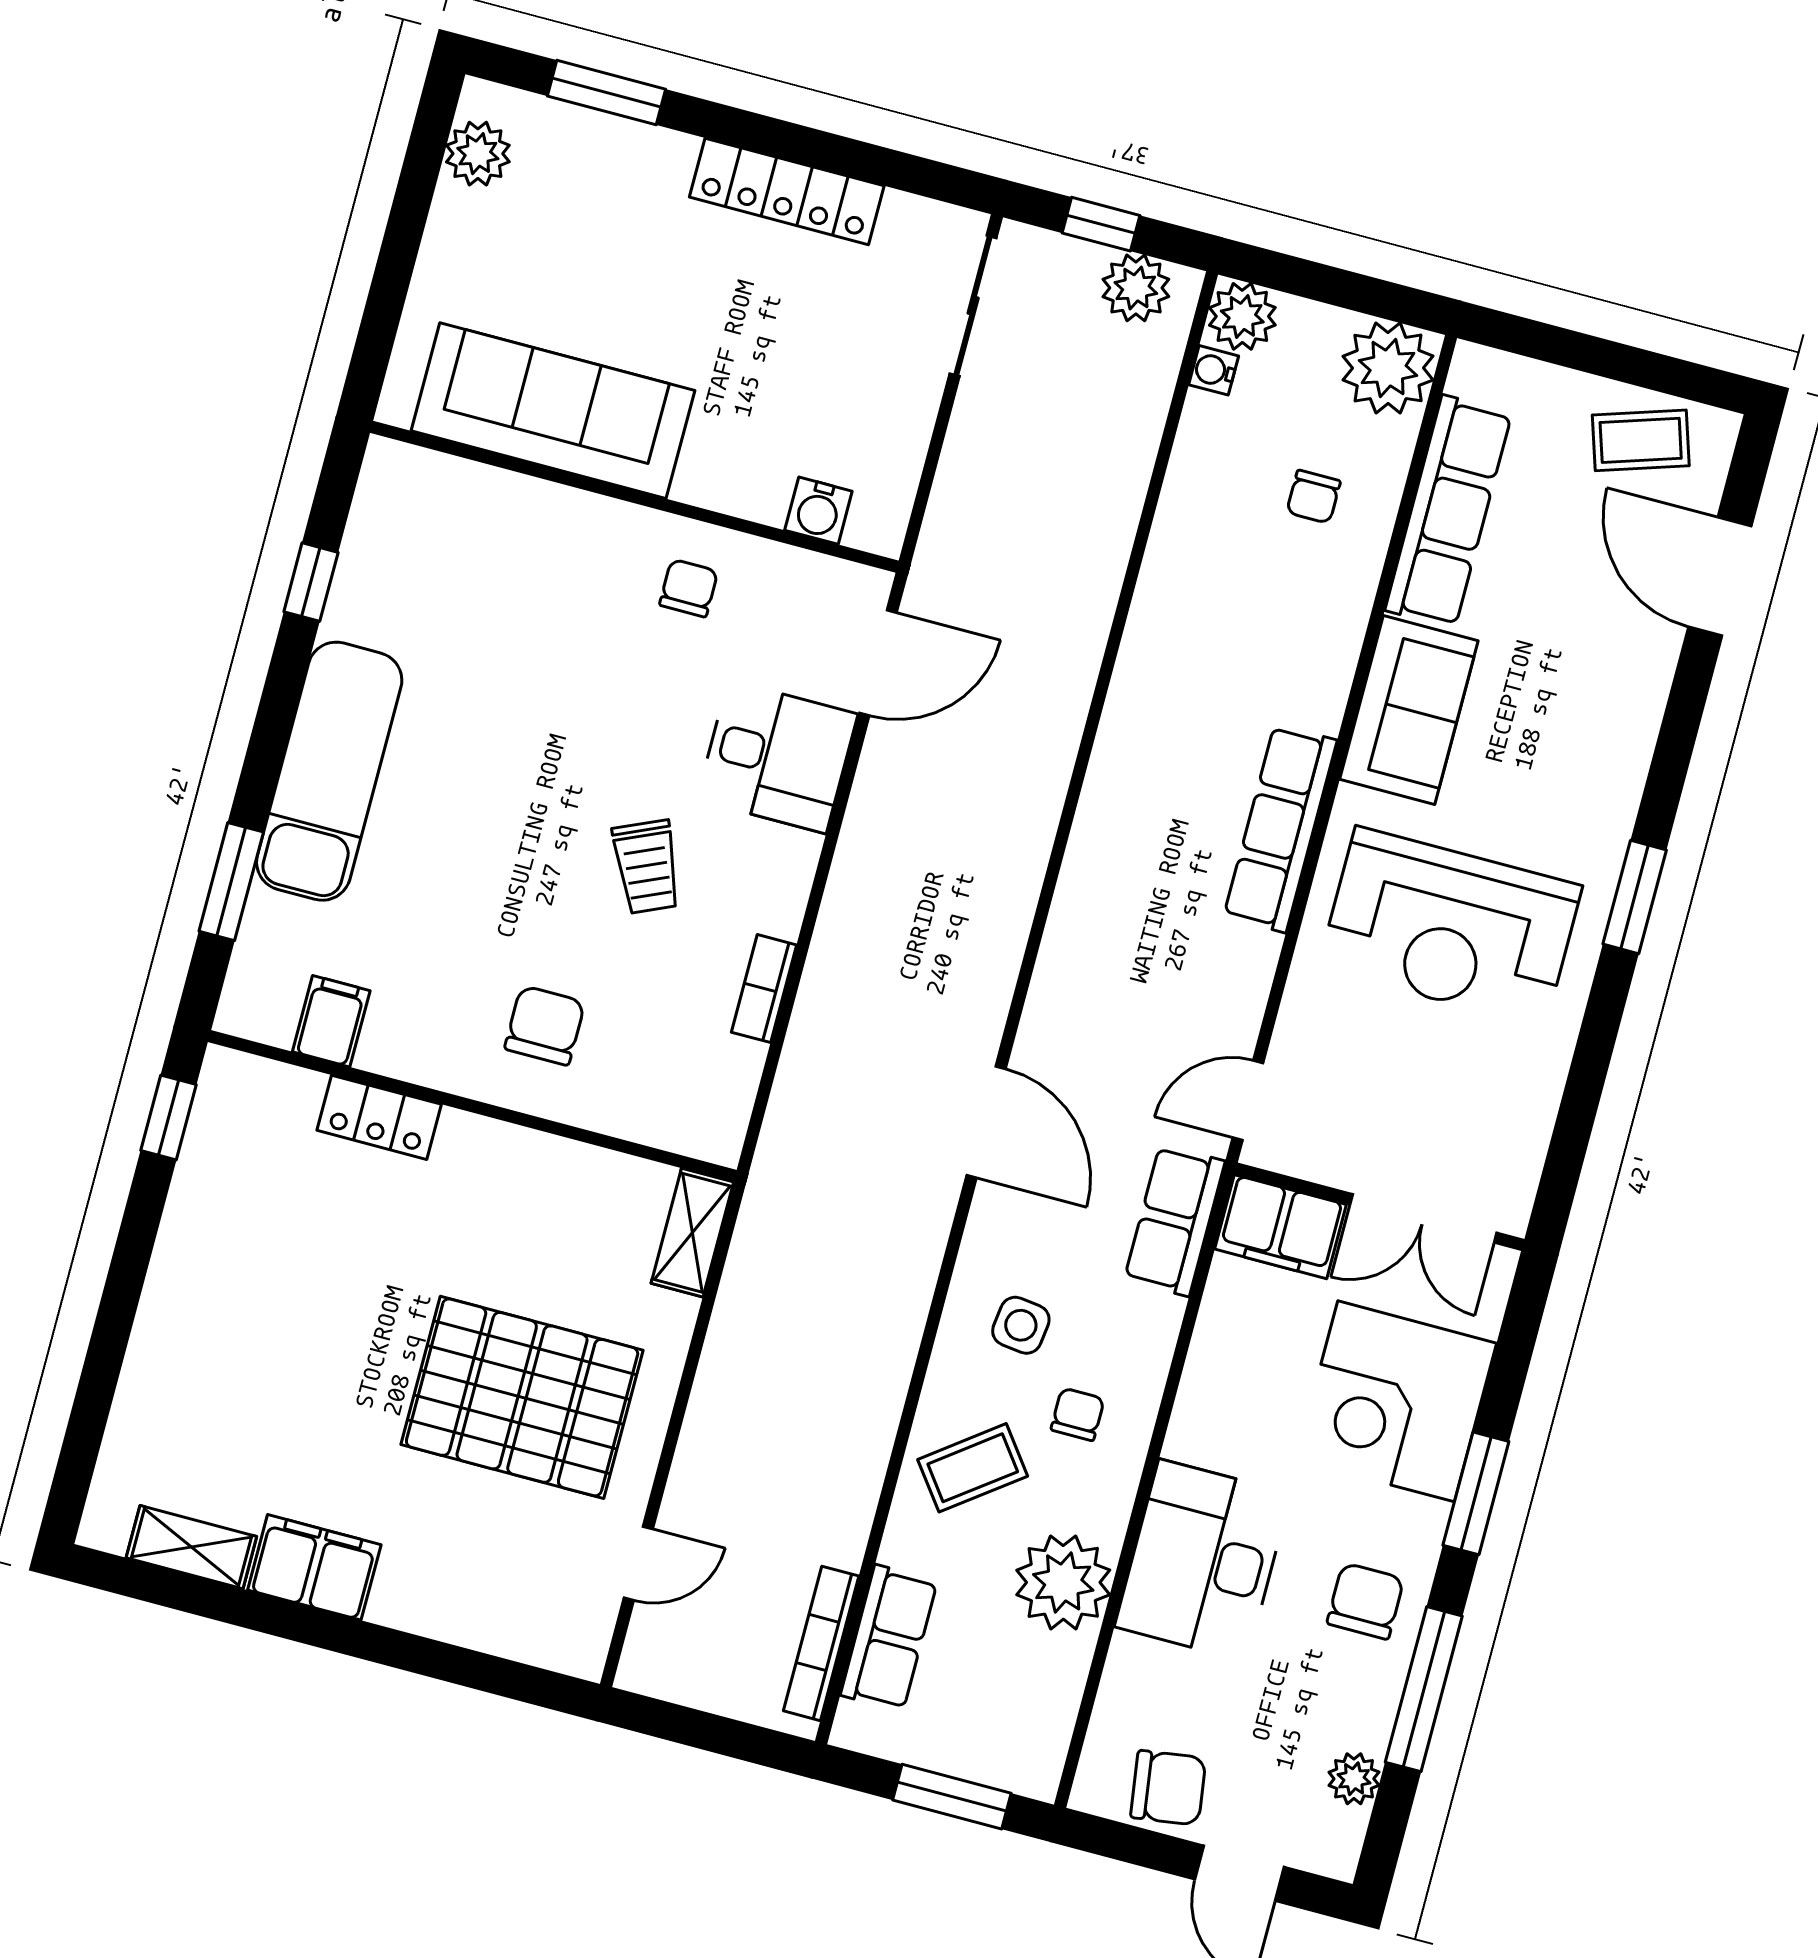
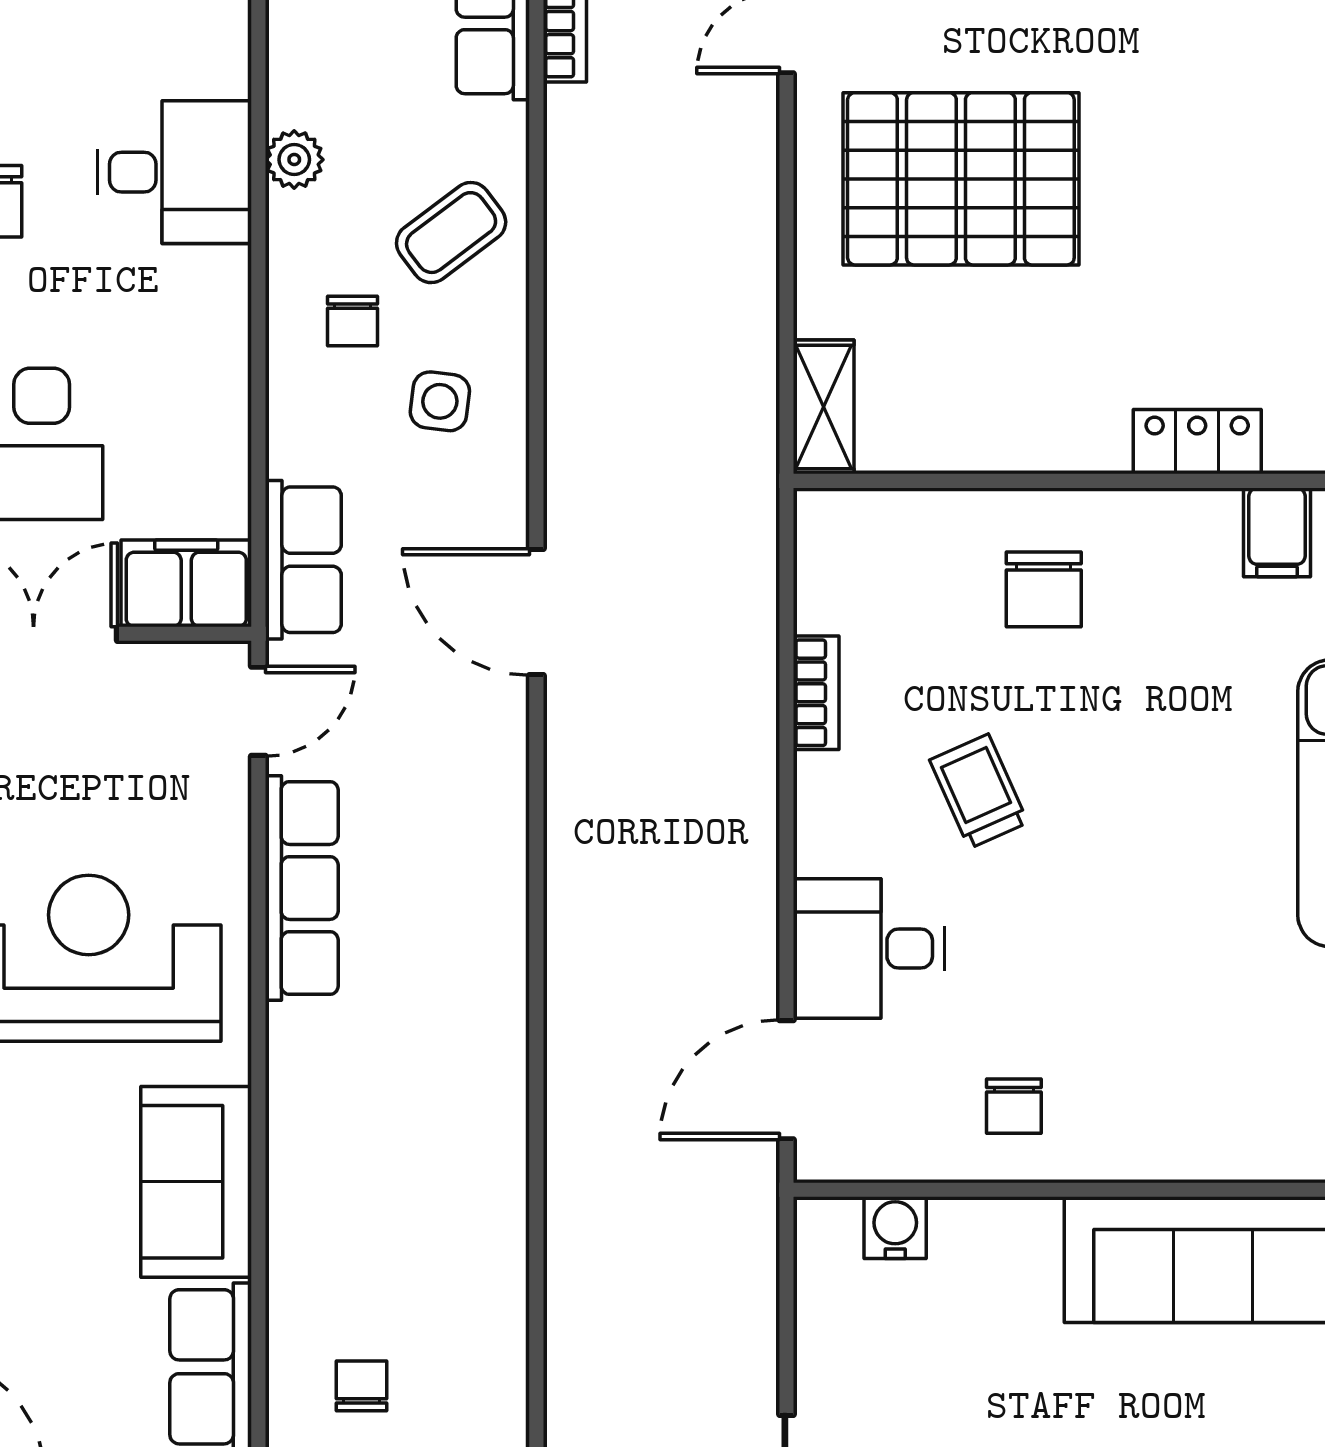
row of seats: (1280, 828) -> (302, 888), moved
desk: (1203, 1560) -> (174, 172), width x0.73
plant: (1063, 1582) -> (294, 160), width x0.53, depth x0.53

